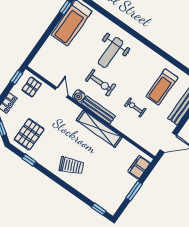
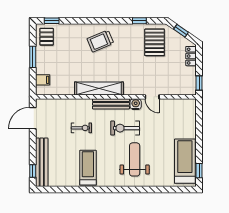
pallet: (32, 87) -> (47, 37), moved
treadmill: (162, 87) -> (88, 168), moved
filing cabinet: (139, 167) -> (43, 80), width x0.50

